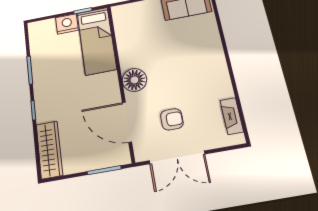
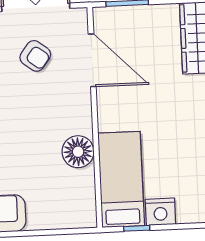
floor lamp: (134, 80) -> (78, 152), moved
armchair: (172, 119) -> (35, 56), turned -143

